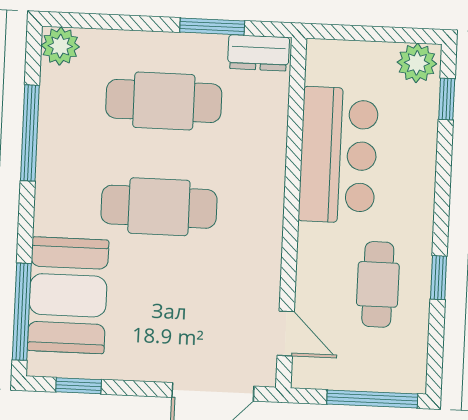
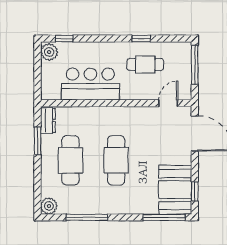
booth: (68, 295) -> (175, 190), moved, turned 90

